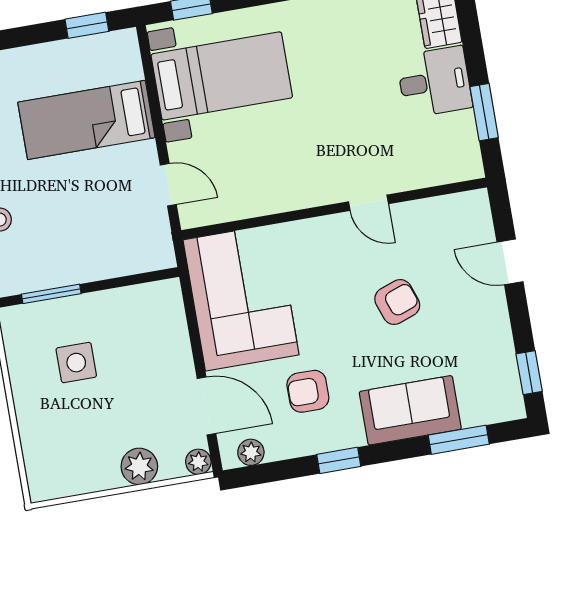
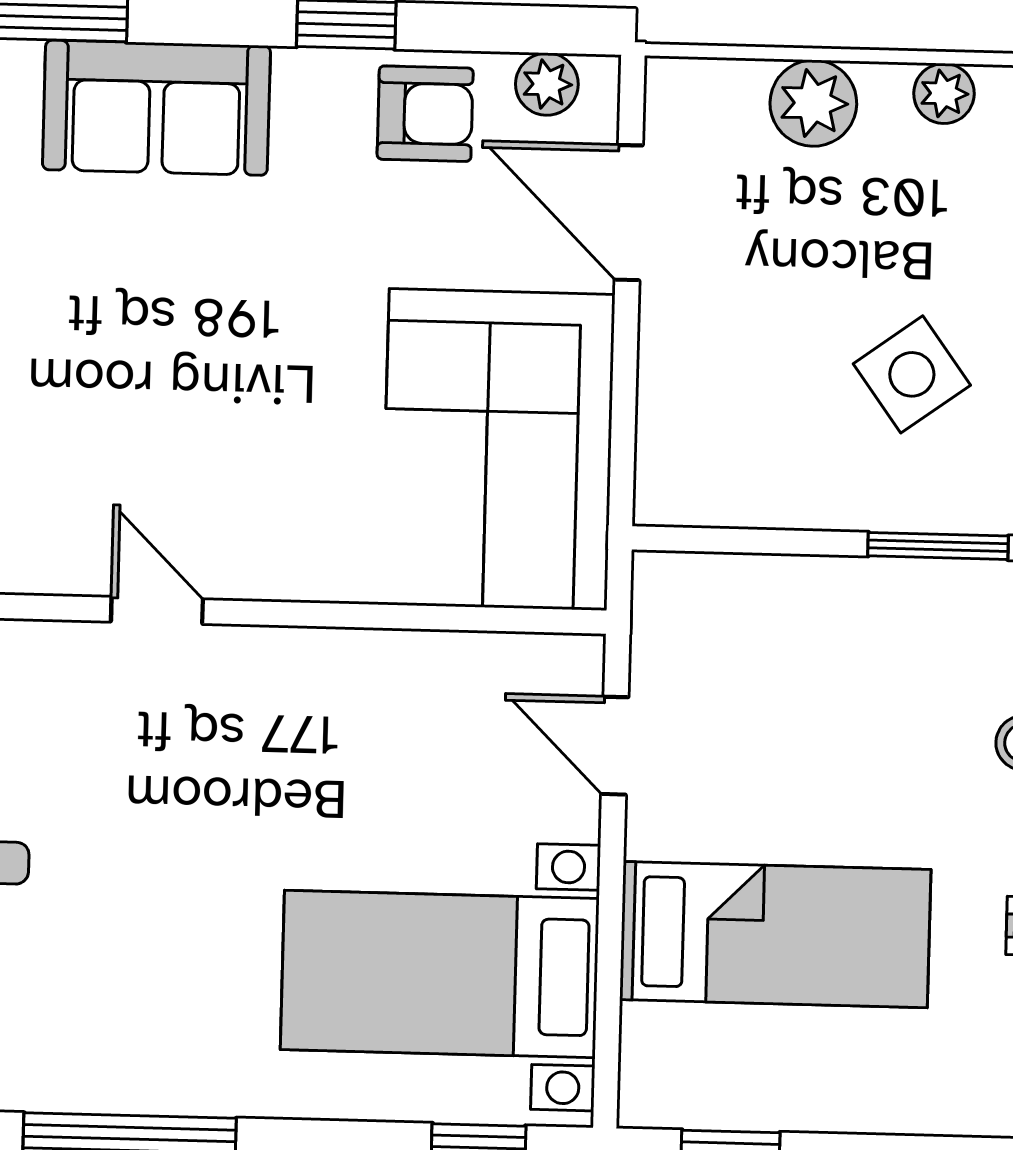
armchair: (397, 302) -> (136, 366), removed
side table: (76, 363) -> (912, 374), turned -36
armchair: (308, 391) -> (425, 114), moved
plant: (198, 462) -> (944, 94), moved

